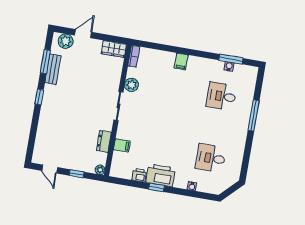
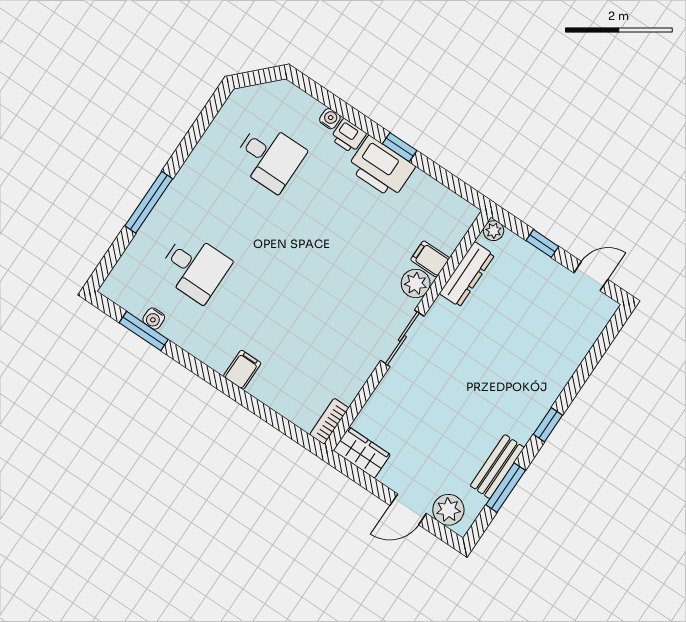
plant: (131, 85) -> (416, 283), moved
dresser: (104, 141) -> (467, 274), width x1.44
door: (50, 169) -> (591, 276), hinge flipped
printer: (139, 175) -> (348, 136), moved

